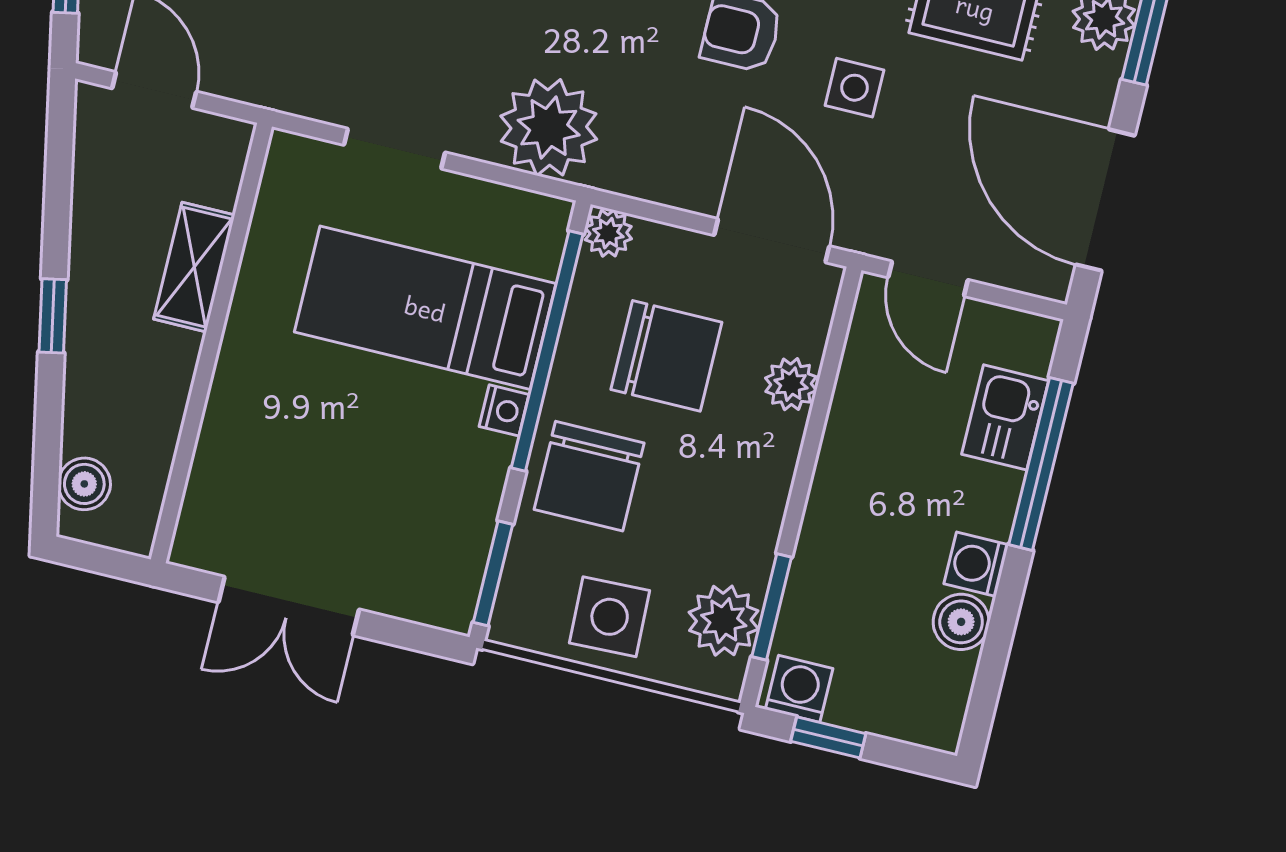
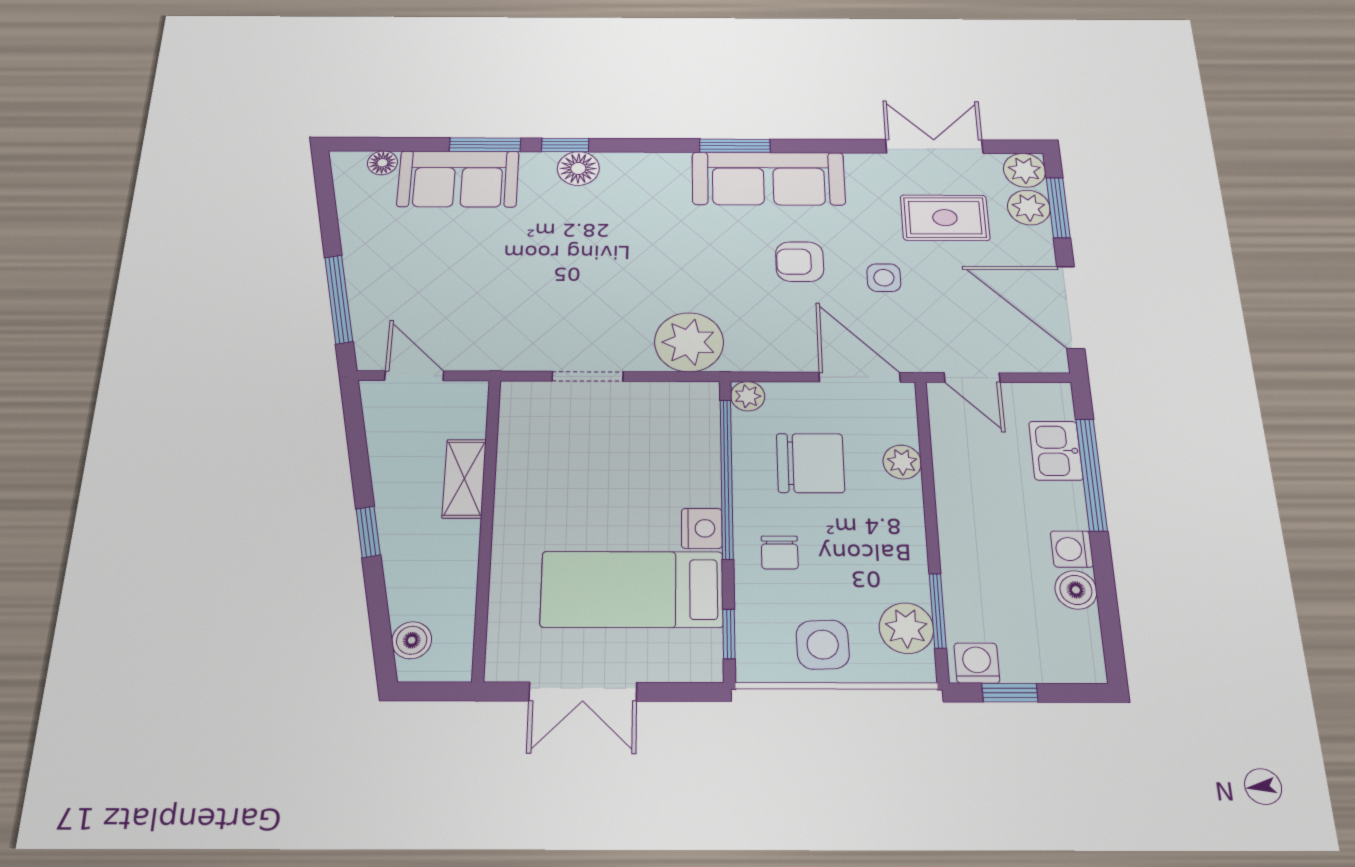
bed: (425, 308) -> (632, 589), moved
nightstand: (504, 410) -> (702, 528), width x1.39, depth x1.35
chair: (589, 476) -> (780, 552), width x0.54, depth x0.54
window: (493, 573) -> (729, 634), width x0.67

